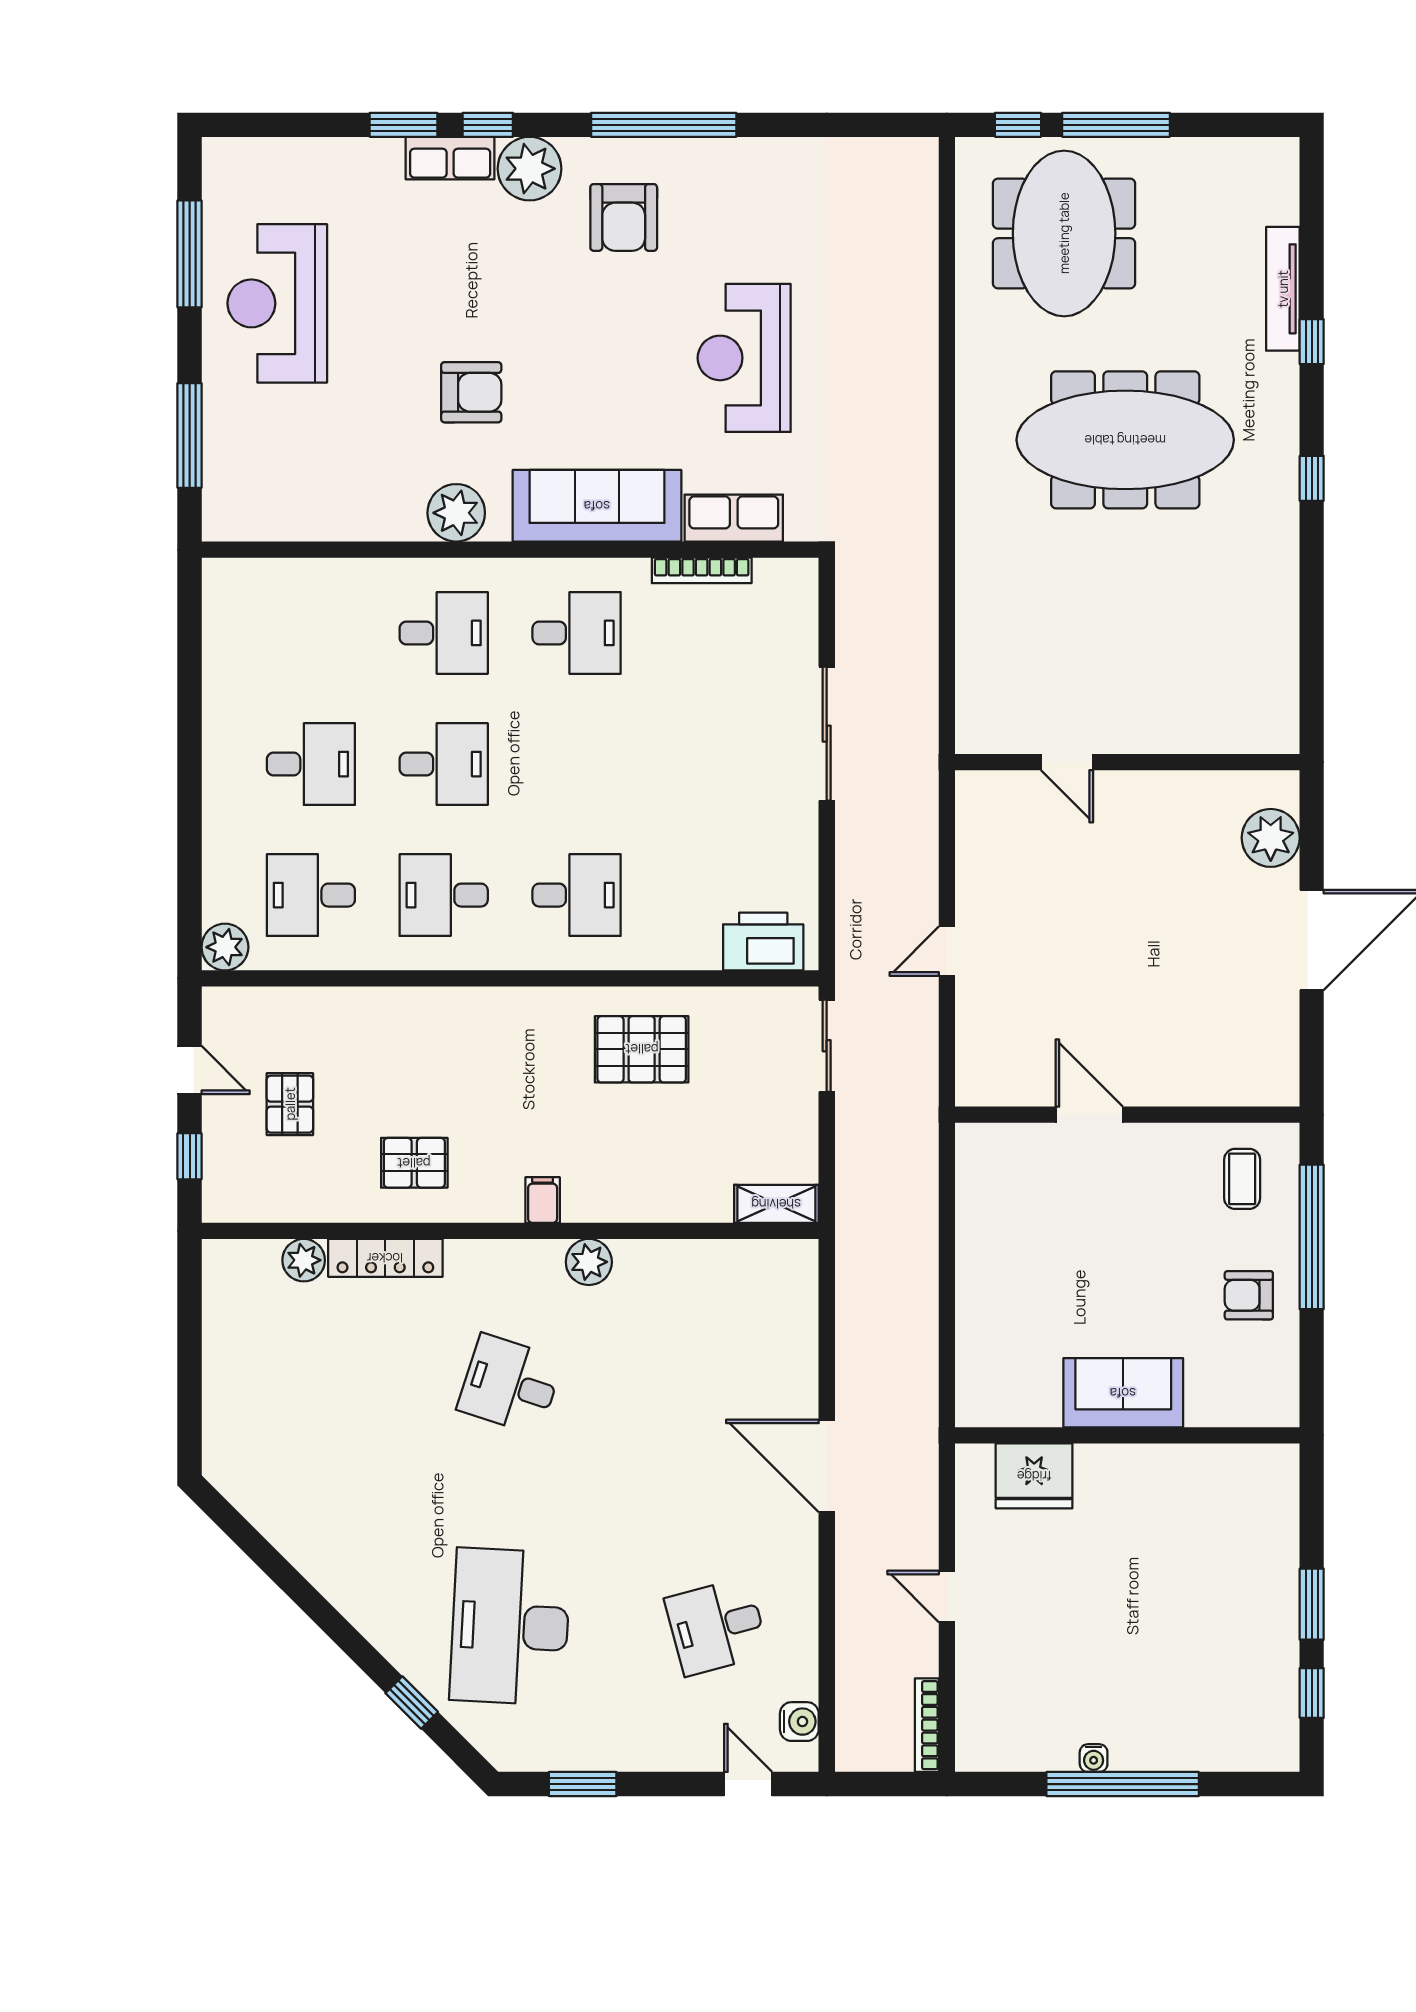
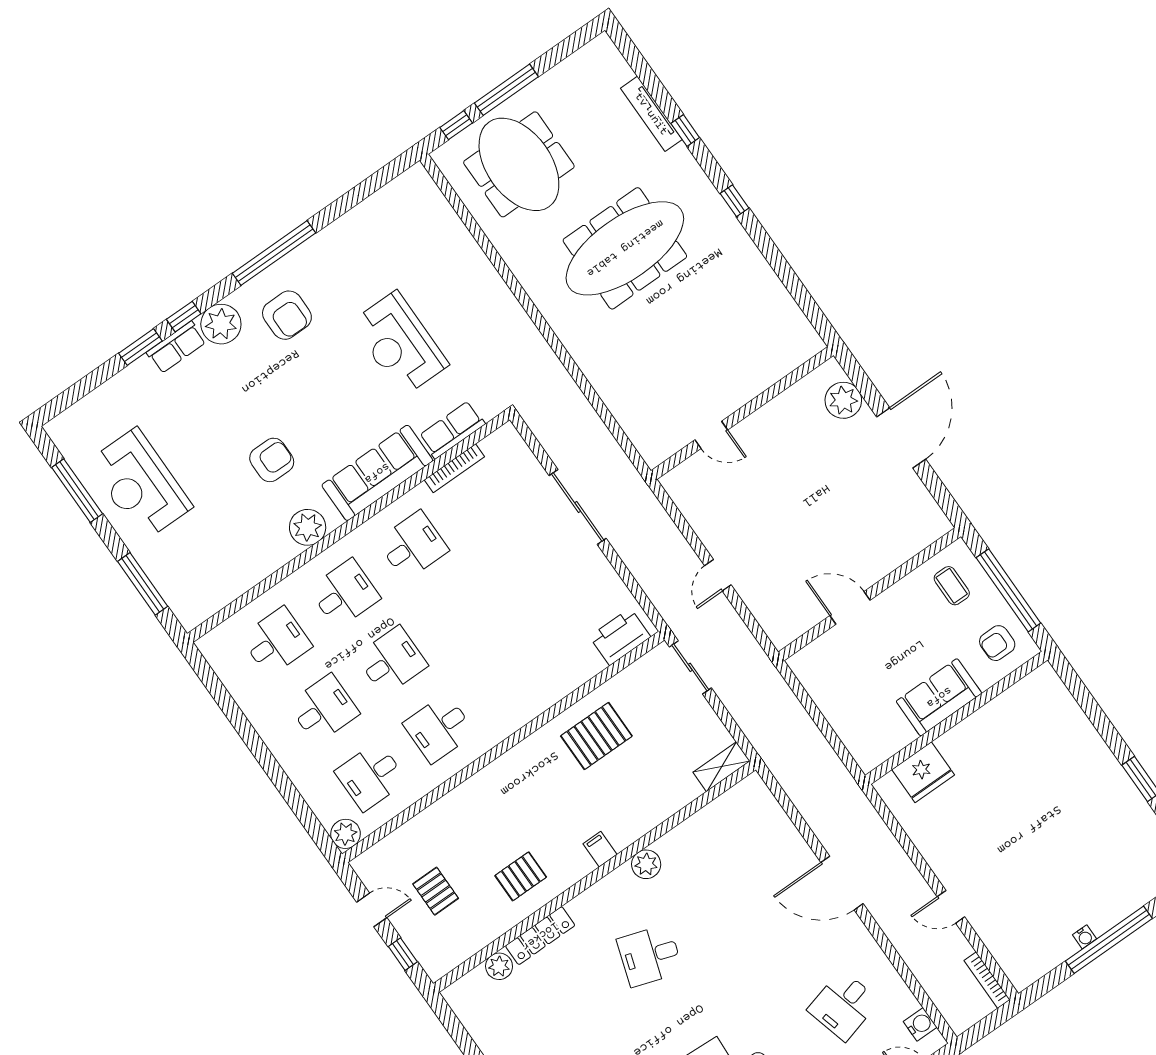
desk: (577, 895) -> (276, 642), moved
sofa: (1123, 1393) -> (939, 697), moved
wall: (1127, 1435) -> (956, 718), moved
fridge: (1034, 1476) -> (923, 772), moved

